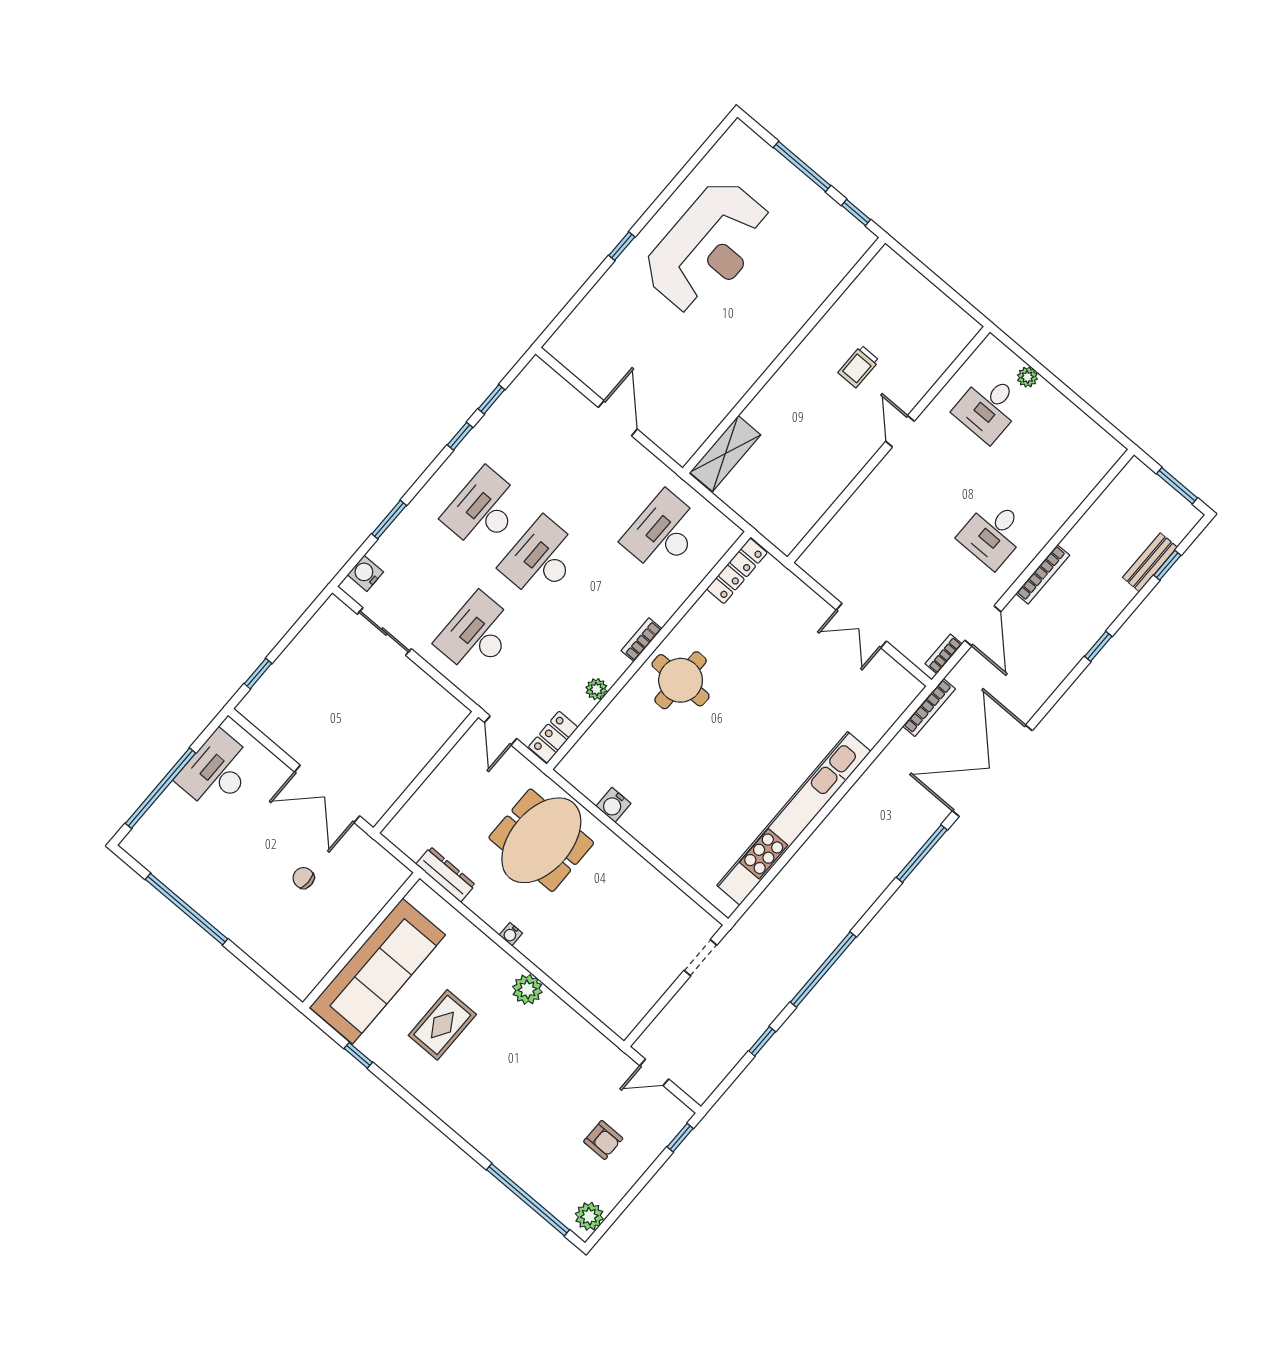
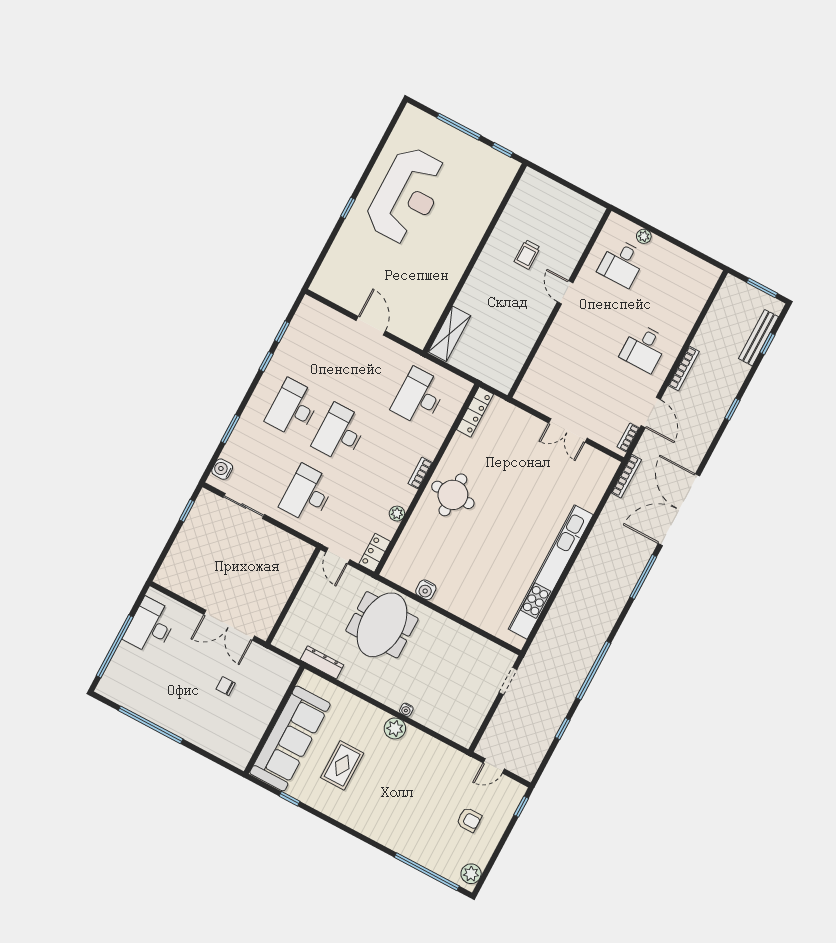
bench: (1150, 562) -> (759, 338), width x1.36
window: (258, 674) -> (187, 511), moved
water cooler: (511, 934) -> (406, 710), moved

